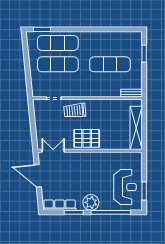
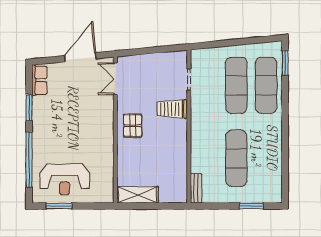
trolley: (75, 110) -> (172, 109), turned -85
shelving: (136, 128) -> (138, 195), width x0.68
pallet: (87, 138) -> (133, 126), width x0.67, depth x0.71
double door: (53, 151) -> (115, 79), swing flipped
plant: (91, 202) -> (43, 132), removed
row of seats: (60, 205) -> (39, 80), width x0.68

